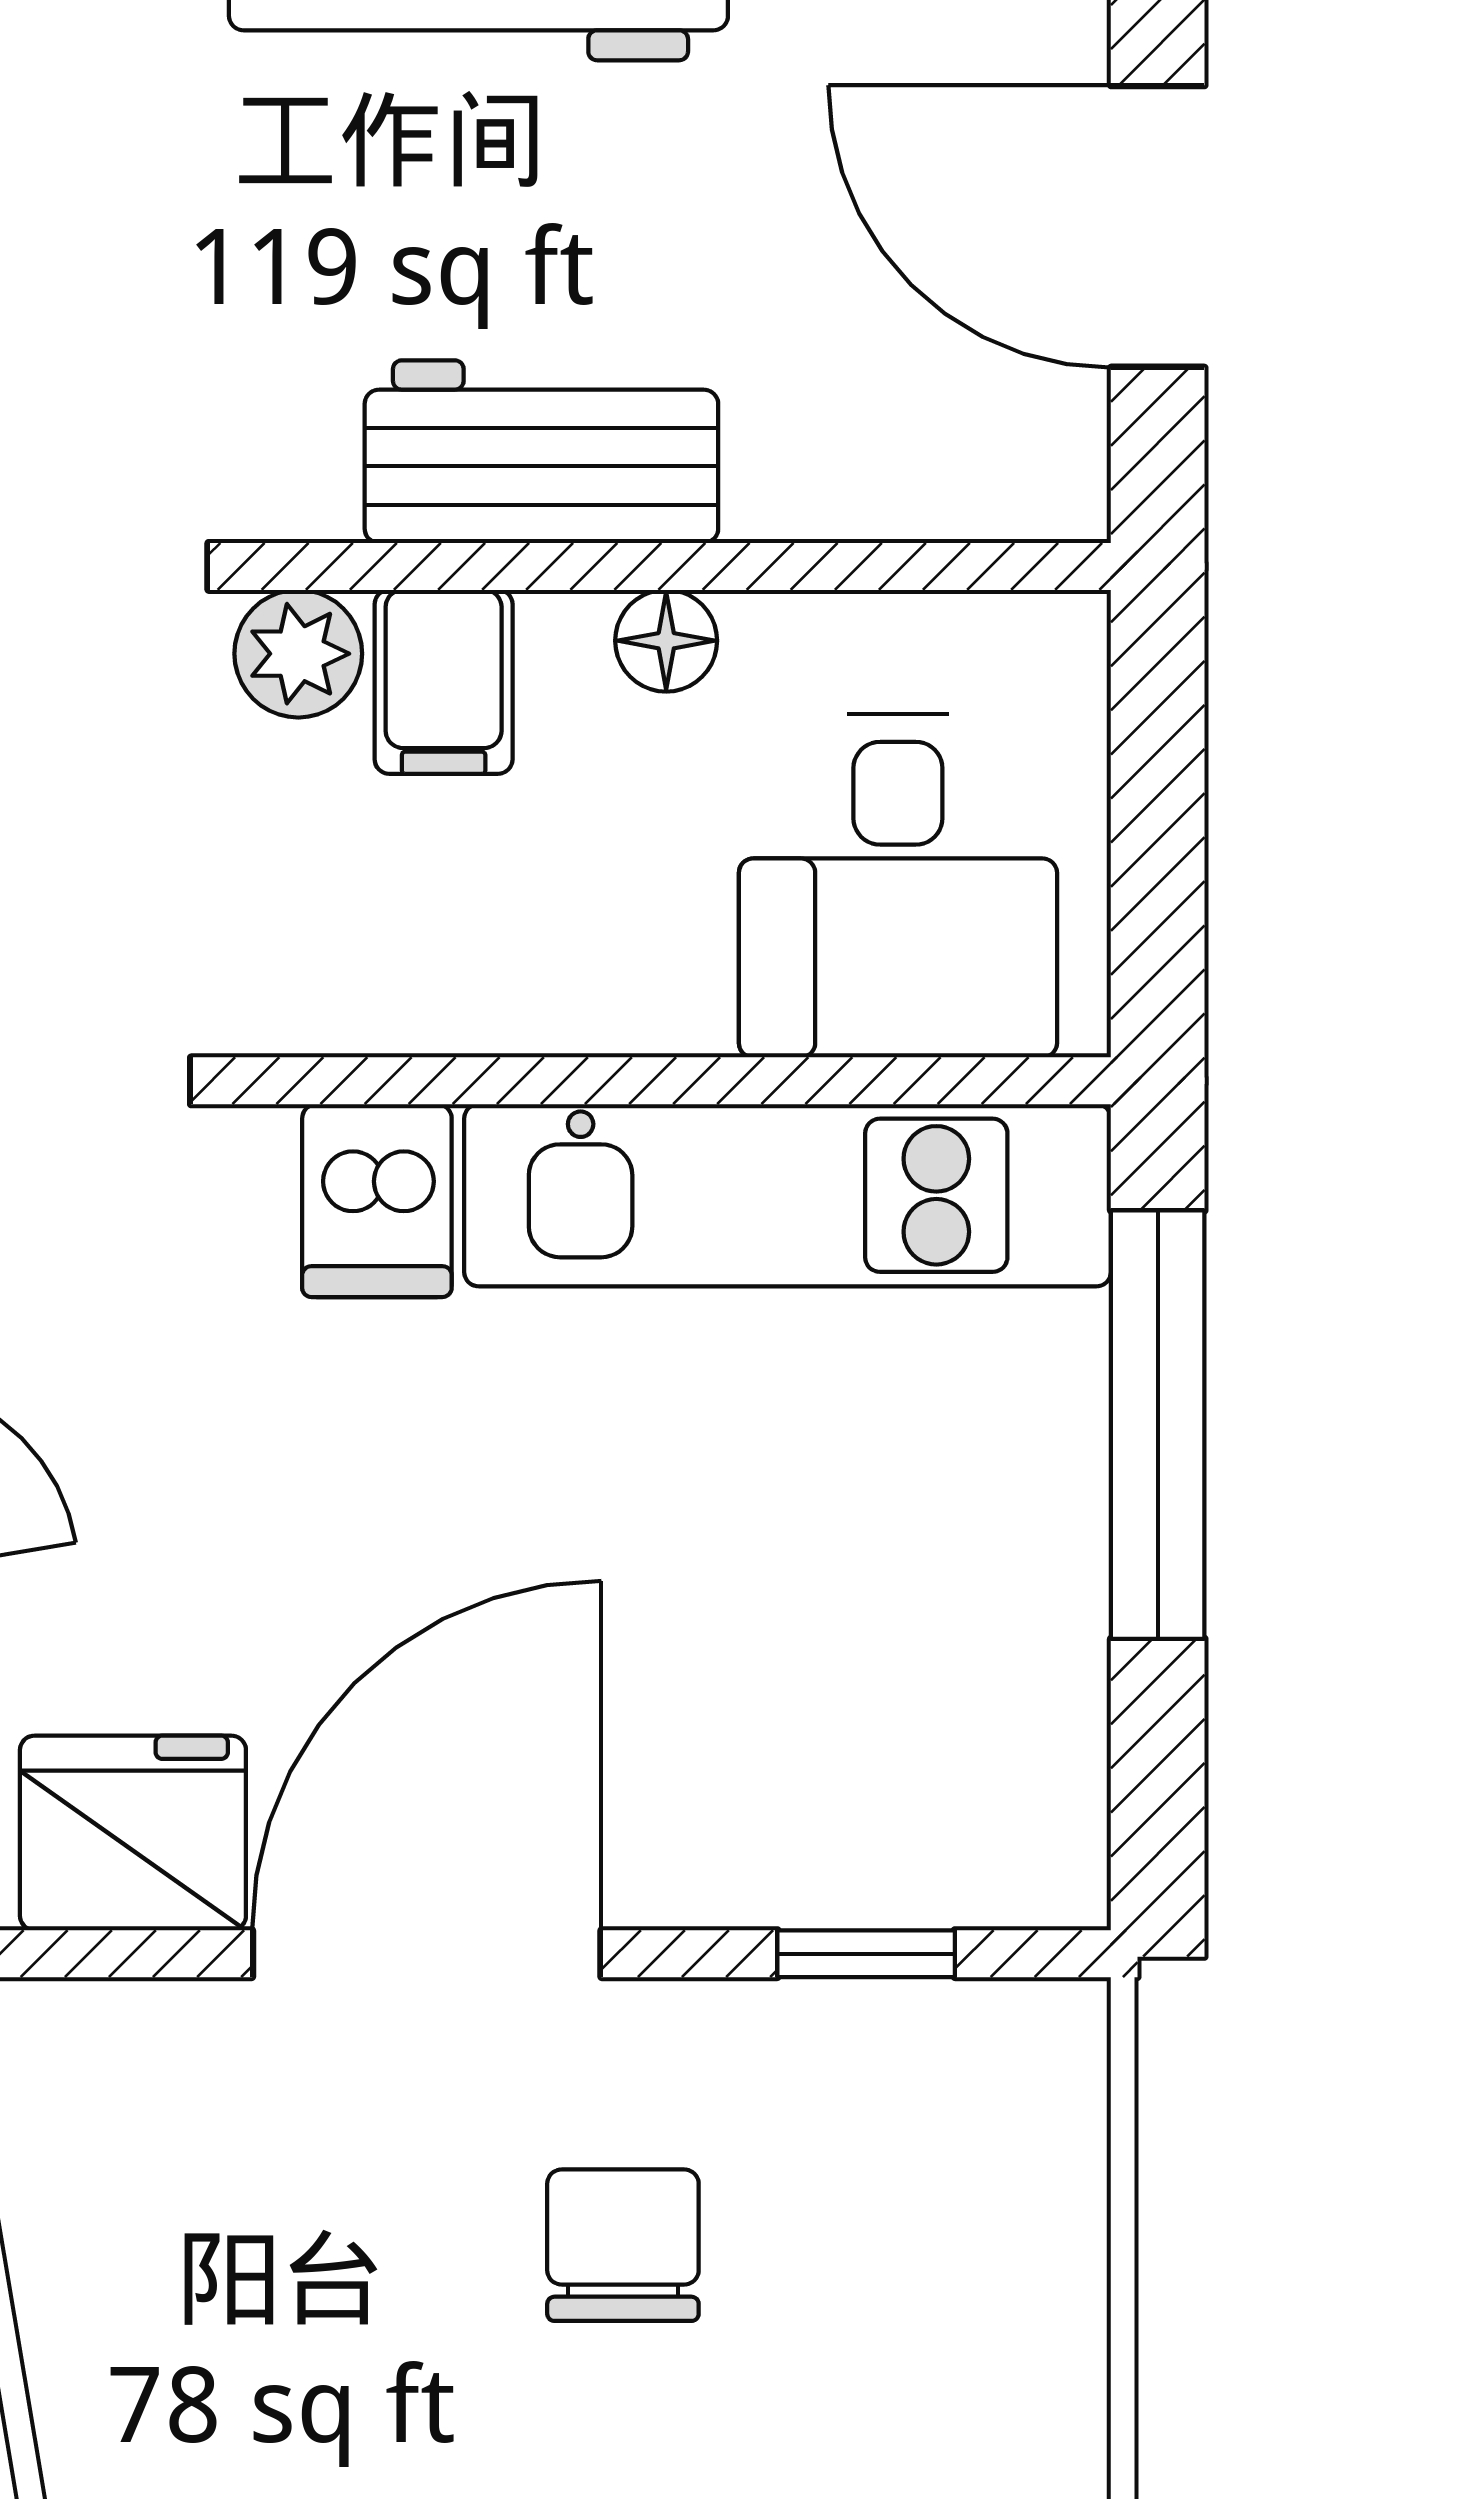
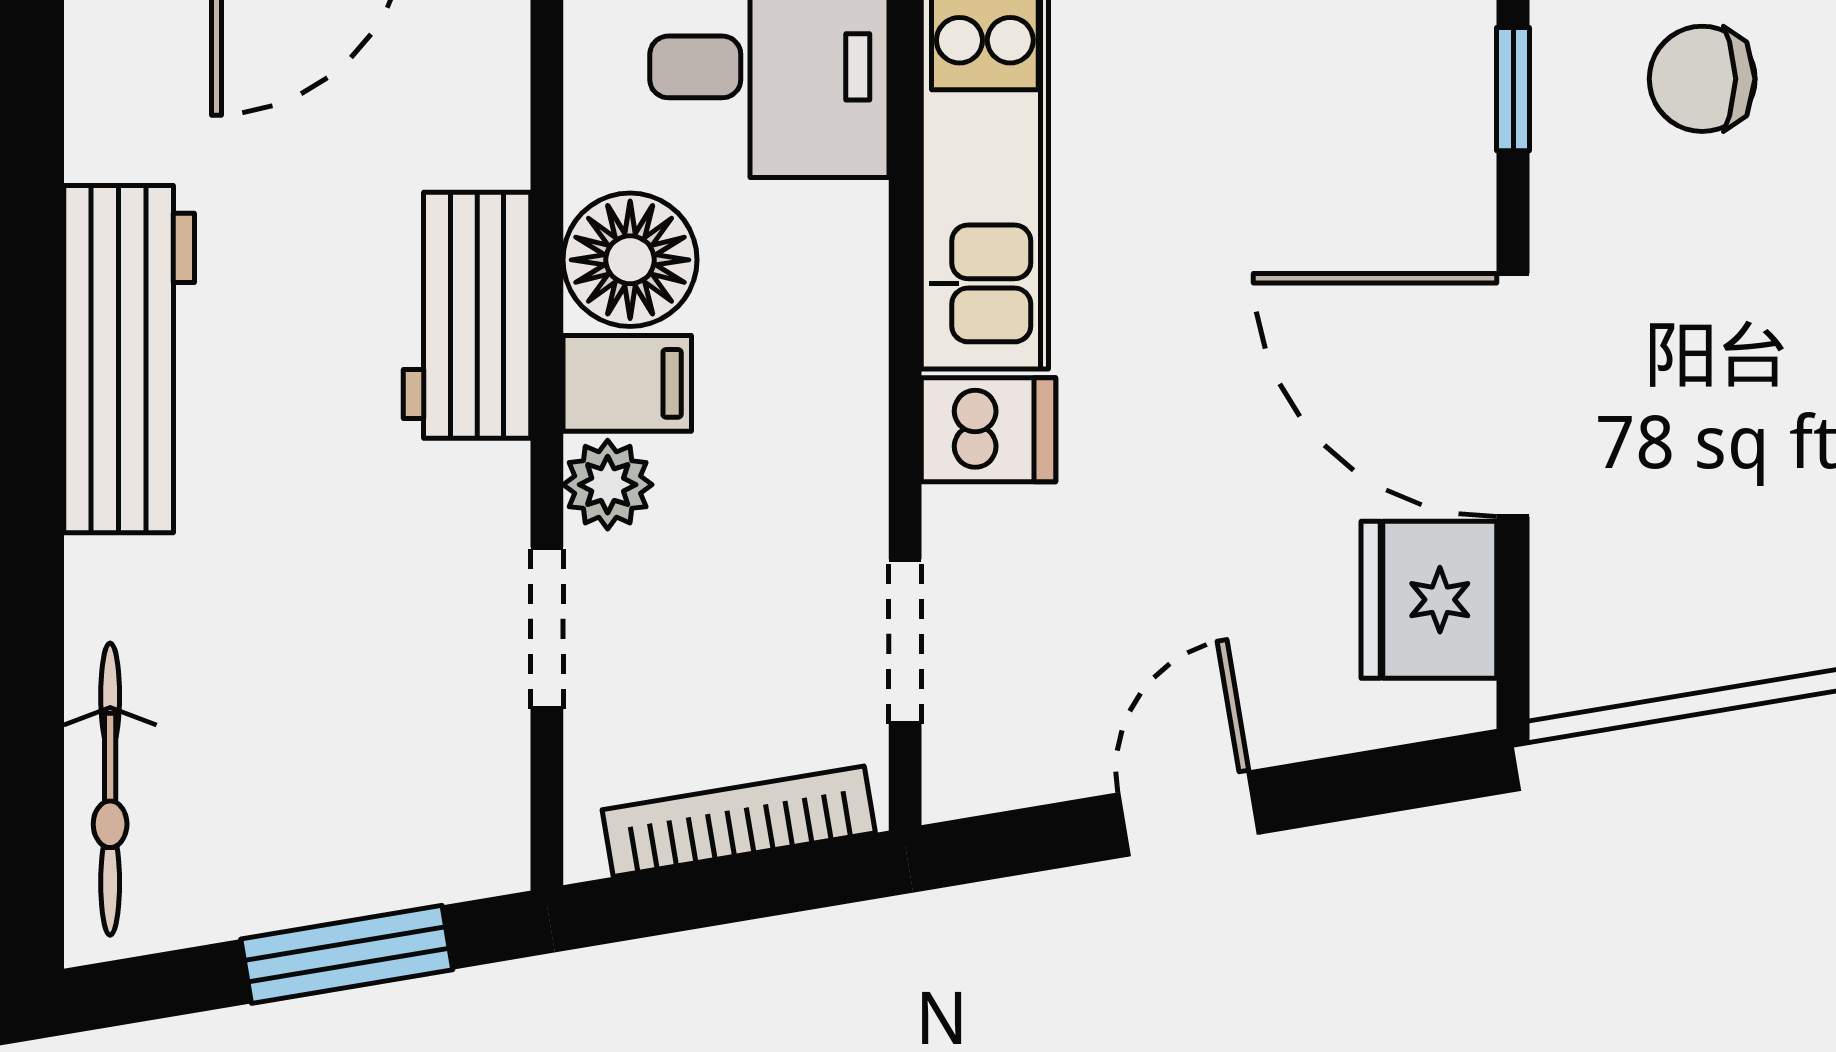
floor lamp: (666, 641) -> (630, 260), width x1.89, depth x1.89
chair: (623, 2245) -> (1702, 79), moved

